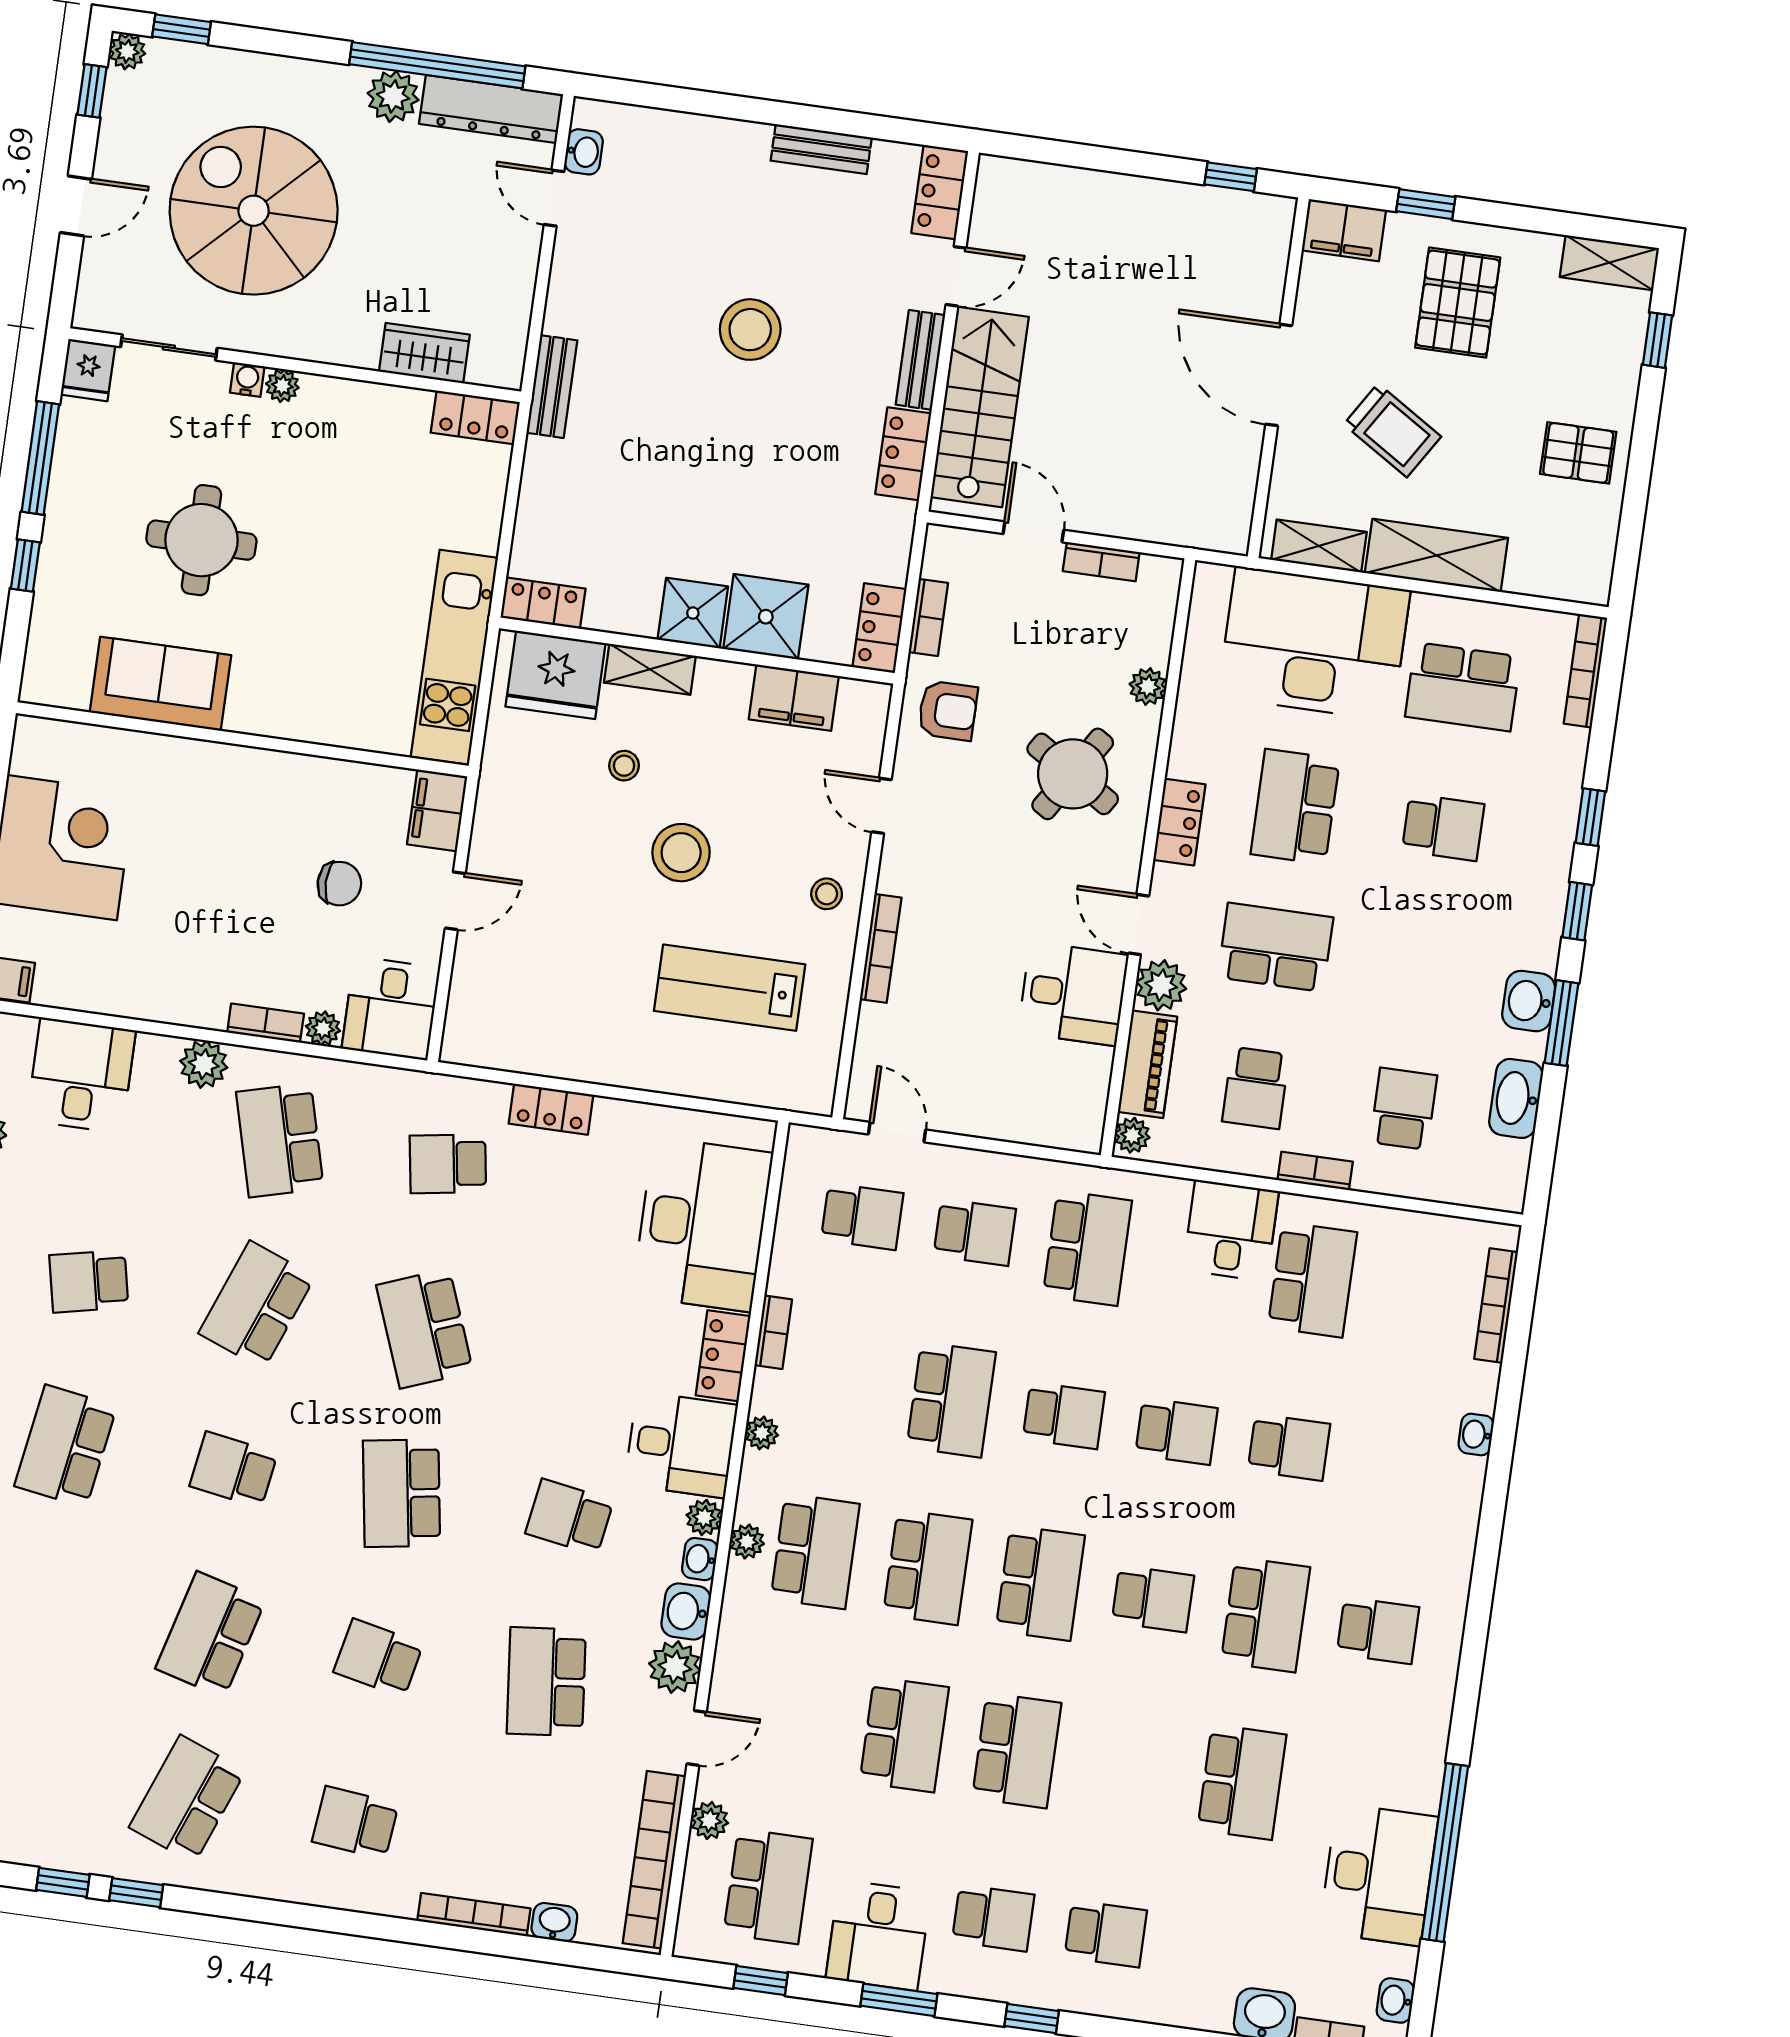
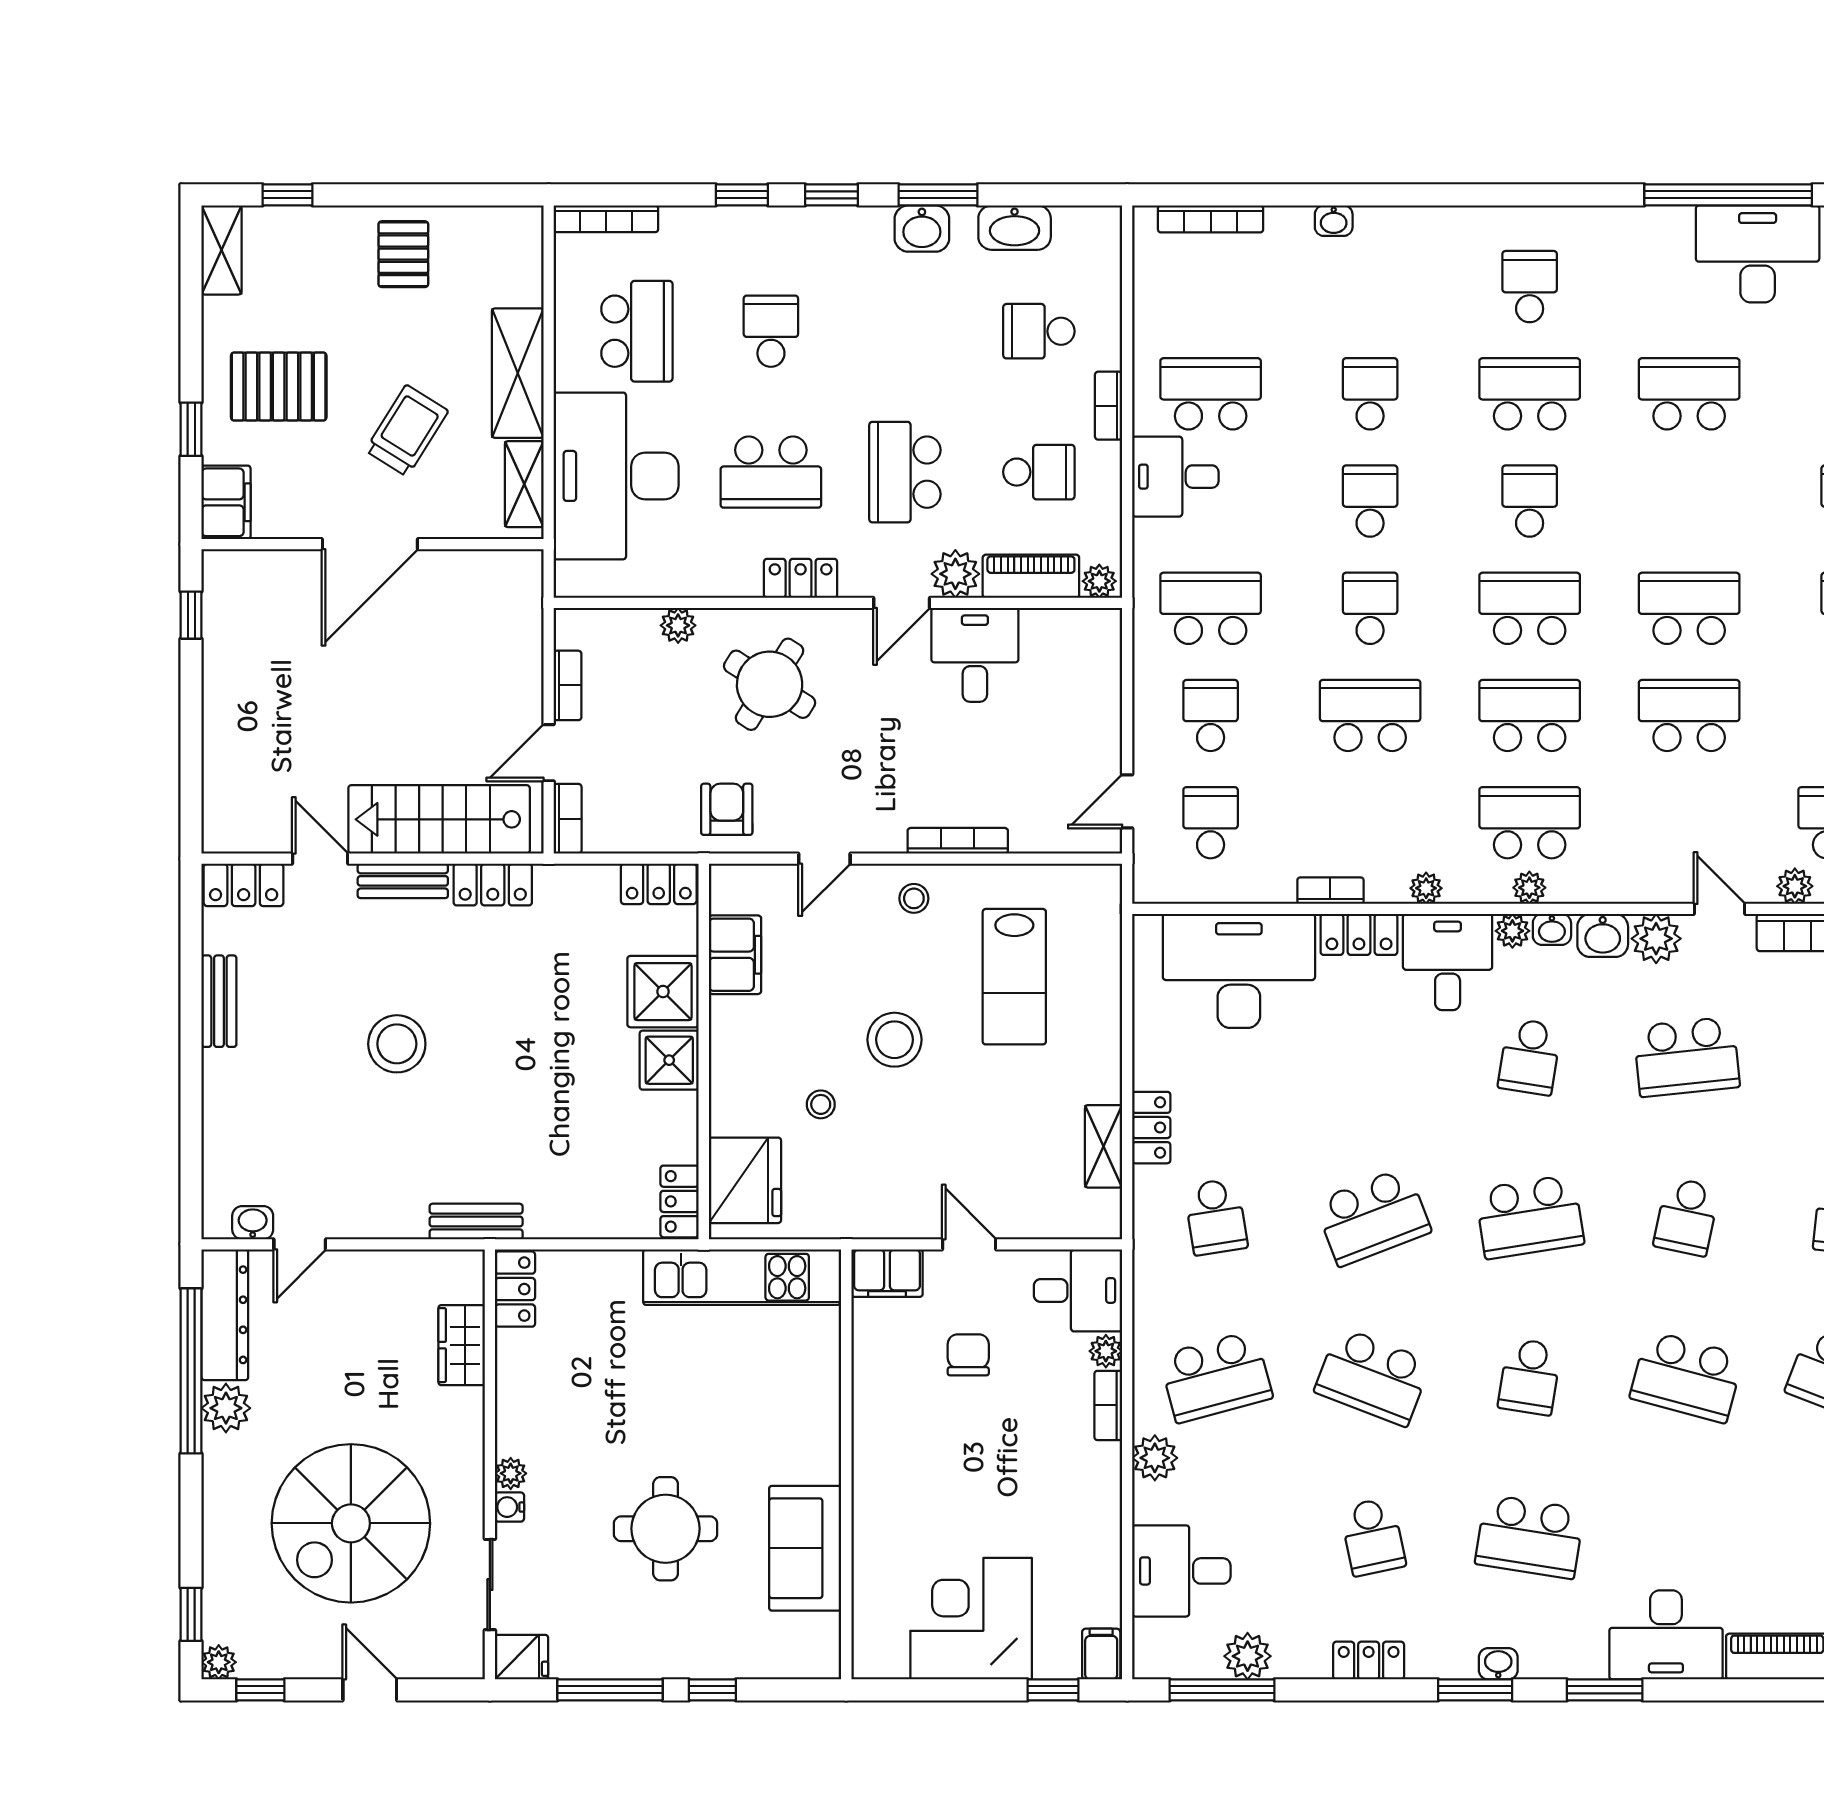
bookcase: (928, 617) -> (568, 819), moved, turned 90
shelving: (650, 669) -> (1104, 1146), moved

